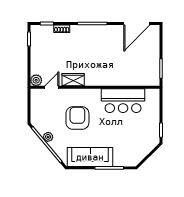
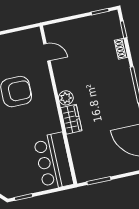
plant: (36, 80) -> (66, 98), moved
wardrobe: (73, 80) -> (71, 119), moved
bar counter: (123, 101) -> (53, 161), moved

